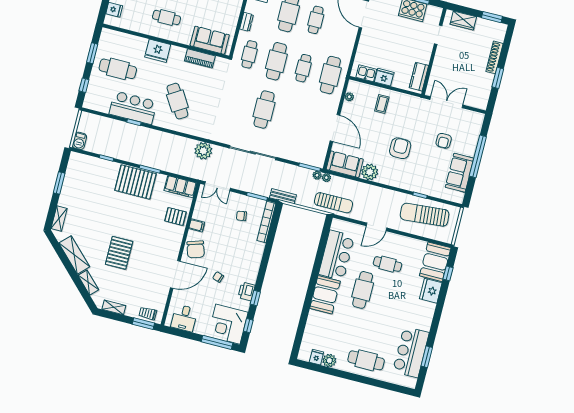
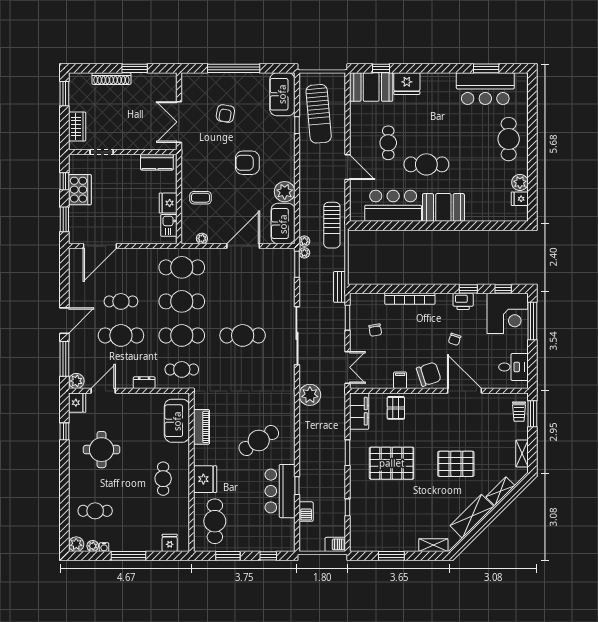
cafe table: (303, 68) -> (182, 301), width x1.37, depth x1.35
cafe table: (118, 69) -> (215, 521), moved
barbecue: (111, 124) -> (306, 512), added
armchair: (444, 141) -> (225, 114), turned 100
sofa: (459, 173) -> (282, 94), moved, turned 90
pallet: (135, 182) -> (392, 463), moved, turned 90
sun lounger: (334, 203) -> (332, 225), turned 180
bookcase: (266, 222) -> (410, 299), moved

